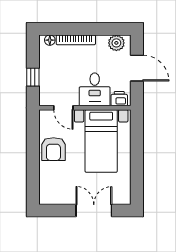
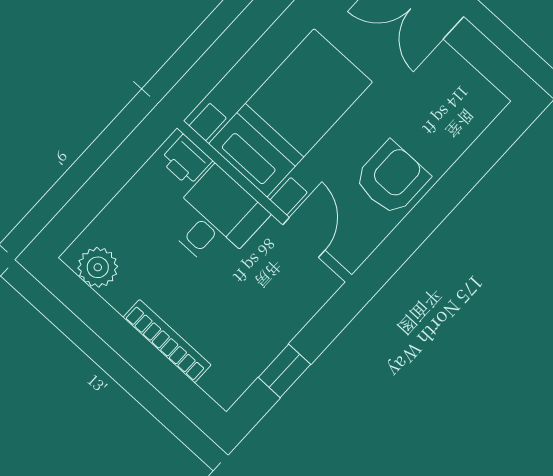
floor lamp: (50, 40) -> (215, 384), removed
door: (137, 68) -> (102, 187), removed
window: (33, 77) -> (284, 371), moved

